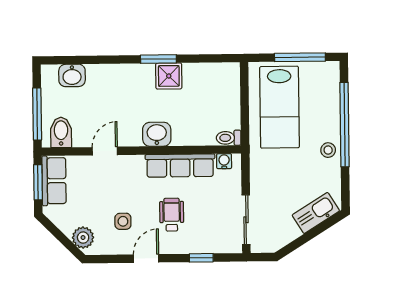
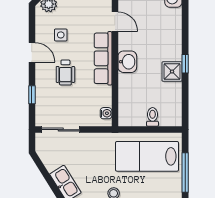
window: (158, 59) -> (185, 64), width x0.67
toilet: (229, 138) -> (153, 117), moved
row of seats: (180, 166) -> (103, 58), moved
wheelchair: (172, 215) -> (65, 72), turned 90

